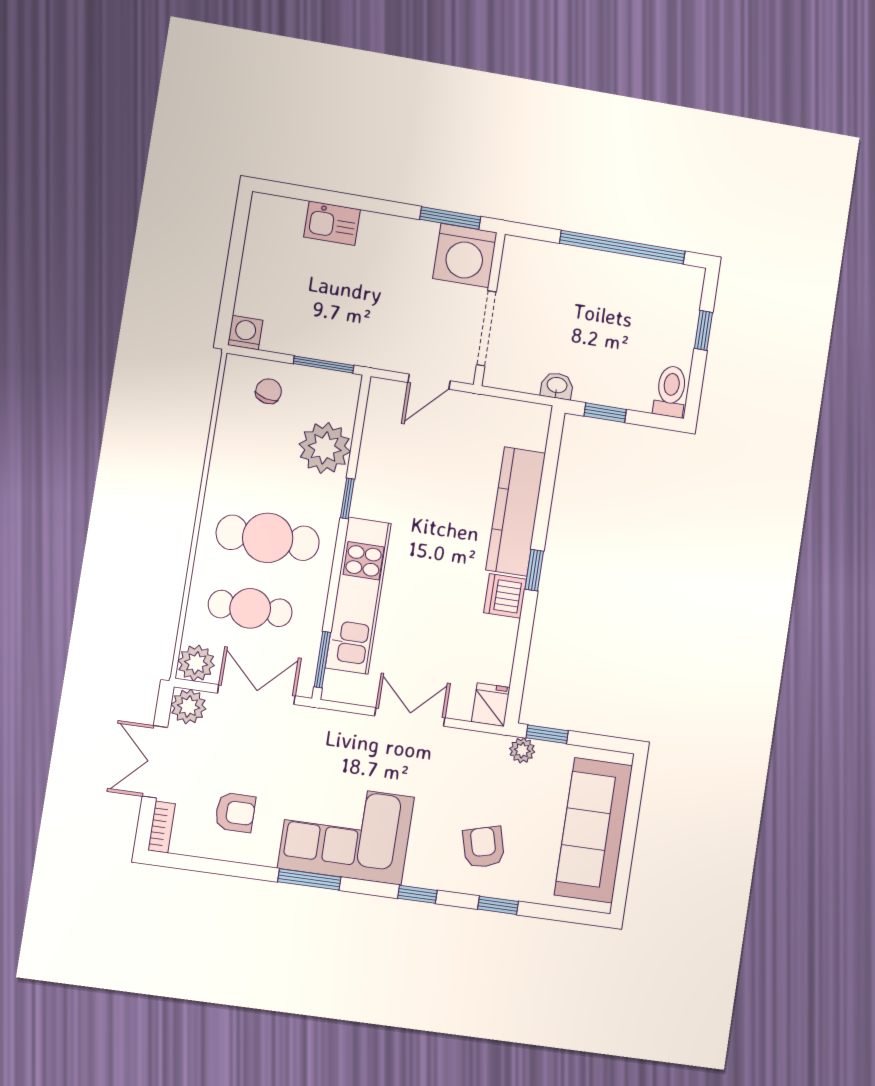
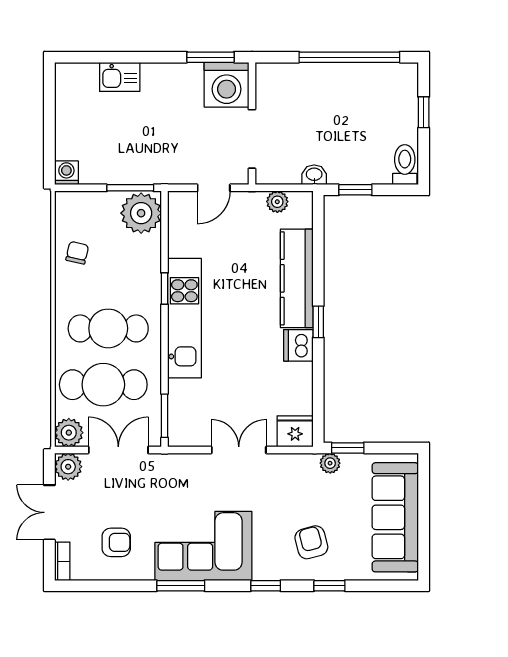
chair: (269, 391) -> (77, 253), moved
plant: (506, 412) -> (277, 202), added
plant: (325, 448) -> (141, 213), moved
kitchen unit: (358, 596) -> (184, 318), moved
cafe table: (250, 608) -> (103, 385), width x1.37, depth x1.35
fridge: (491, 705) -> (295, 431), width x1.38

